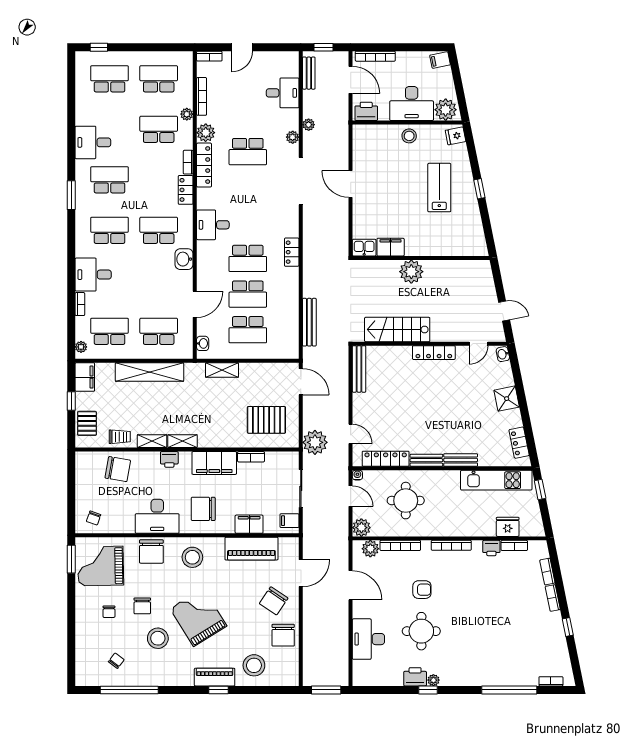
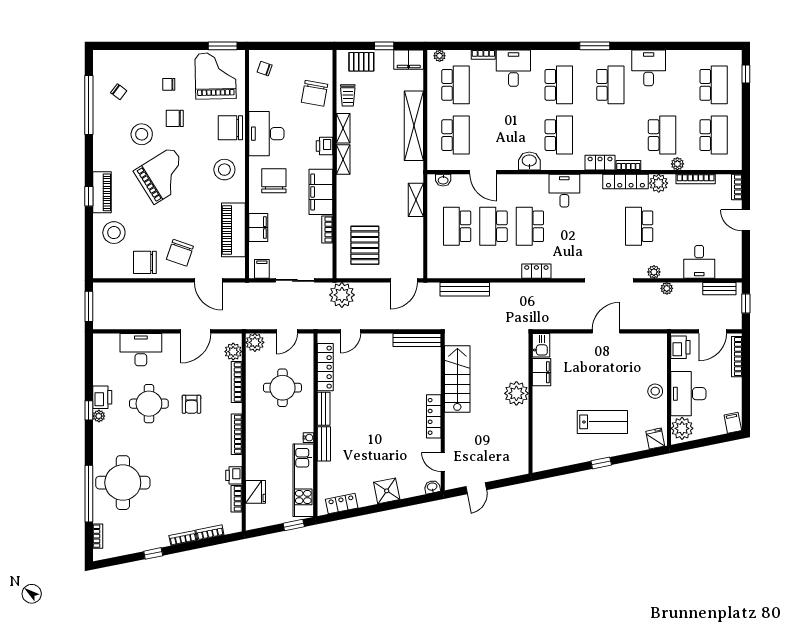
water cooler: (357, 475) -> (308, 438), moved
chair: (274, 601) -> (180, 253), turned -105
round table: (499, 657) -> (123, 483), added

